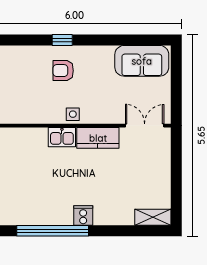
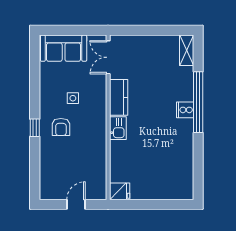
sofa: (142, 61) -> (64, 48), moved, turned 90
side table: (73, 114) -> (73, 98), moved
window: (53, 231) -> (198, 102), moved

